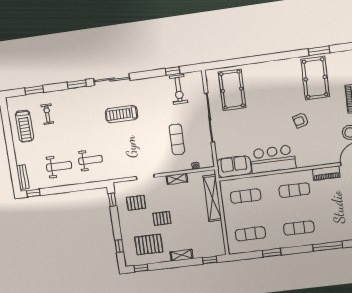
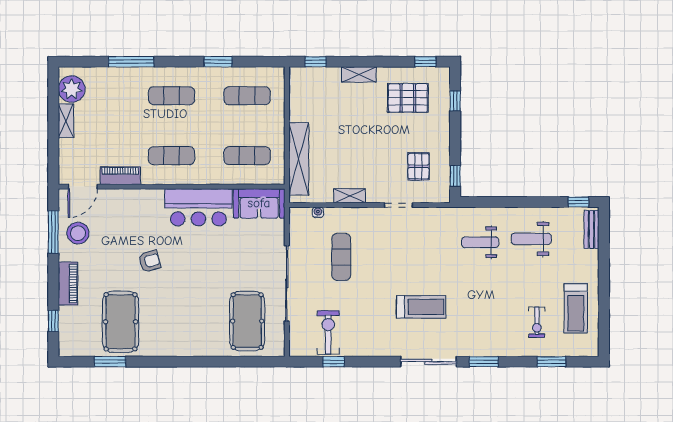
treadmill: (25, 126) -> (576, 308), turned 180
pallet: (136, 203) -> (418, 166), turned 90
pallet: (162, 218) -> (381, 137), removed

